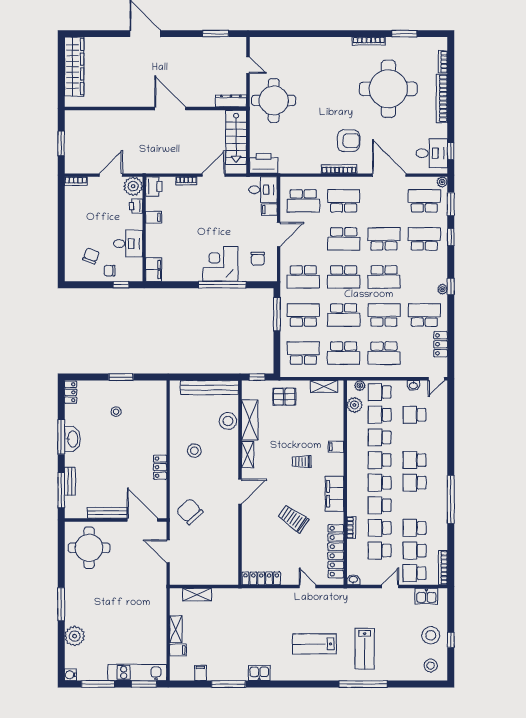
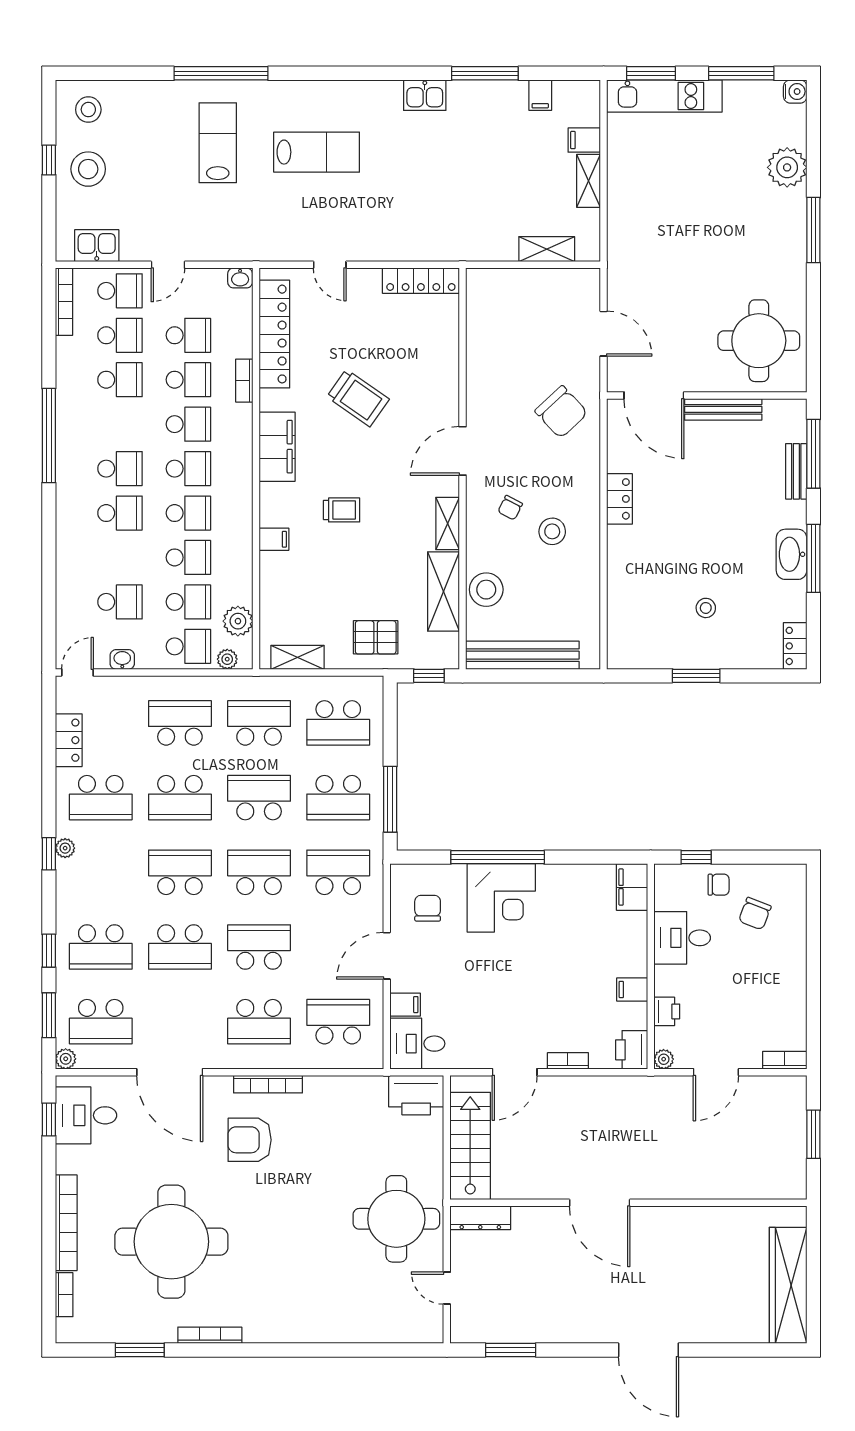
plant: (133, 186) -> (664, 1059), width x0.53, depth x0.53
chair: (216, 463) -> (510, 508), added

